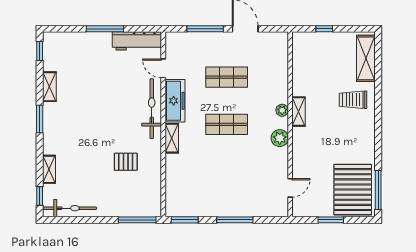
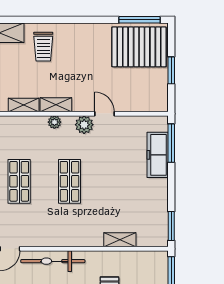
shelving: (298, 81) -> (24, 105), added
freezer: (175, 101) -> (158, 155), moved, turned -90
shelving: (172, 138) -> (120, 240), moved
door: (290, 188) -> (104, 114), moved
window: (235, 220) -> (171, 143), moved

